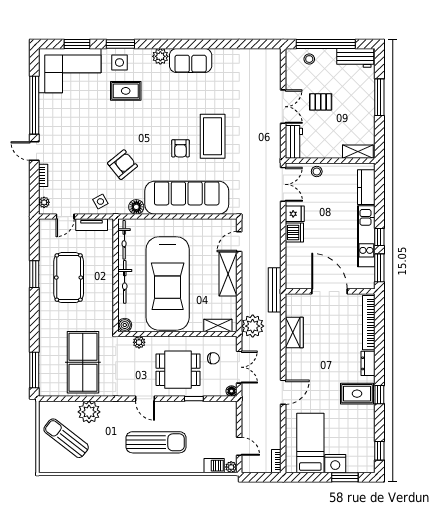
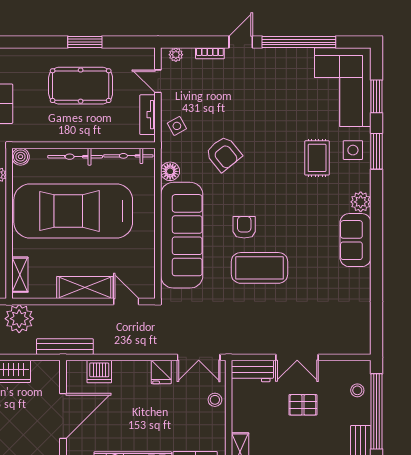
pallet: (321, 102) -> (303, 405), turned 90
armchair: (180, 148) -> (244, 227), turned 90
dishwasher: (294, 233) -> (99, 371), moved

